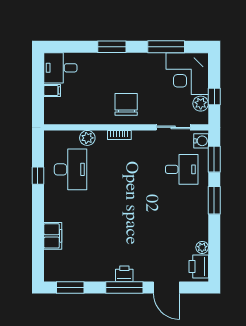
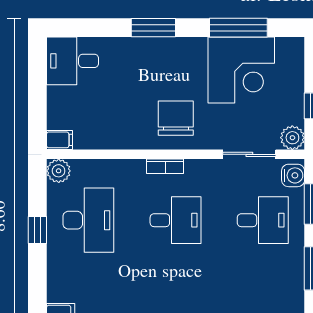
corner desk: (187, 74) -> (241, 70), moved, turned -90
filing cabinet: (52, 90) -> (59, 140), moved
plant: (201, 104) -> (292, 138), moved
plant: (87, 138) -> (59, 171), moved
desk: (126, 169) -> (176, 220), added

